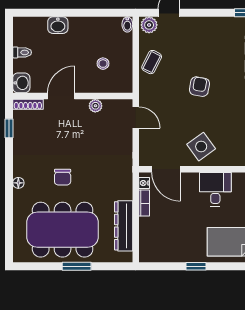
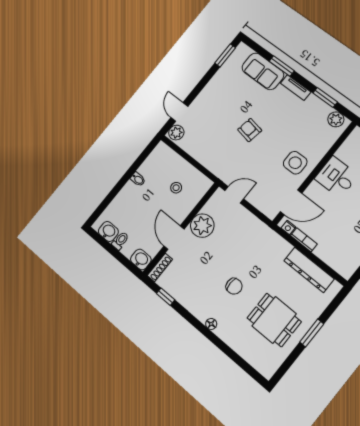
bidet: (127, 24) -> (138, 179), moved
washbasin: (58, 25) -> (108, 231), moved, turned -90
coffee table: (152, 62) -> (204, 151), removed
plant: (95, 106) -> (202, 226), width x1.88, depth x1.88
side table: (201, 147) -> (295, 163), turned 36
dining table: (63, 230) -> (274, 320), width x0.53, depth x0.80

